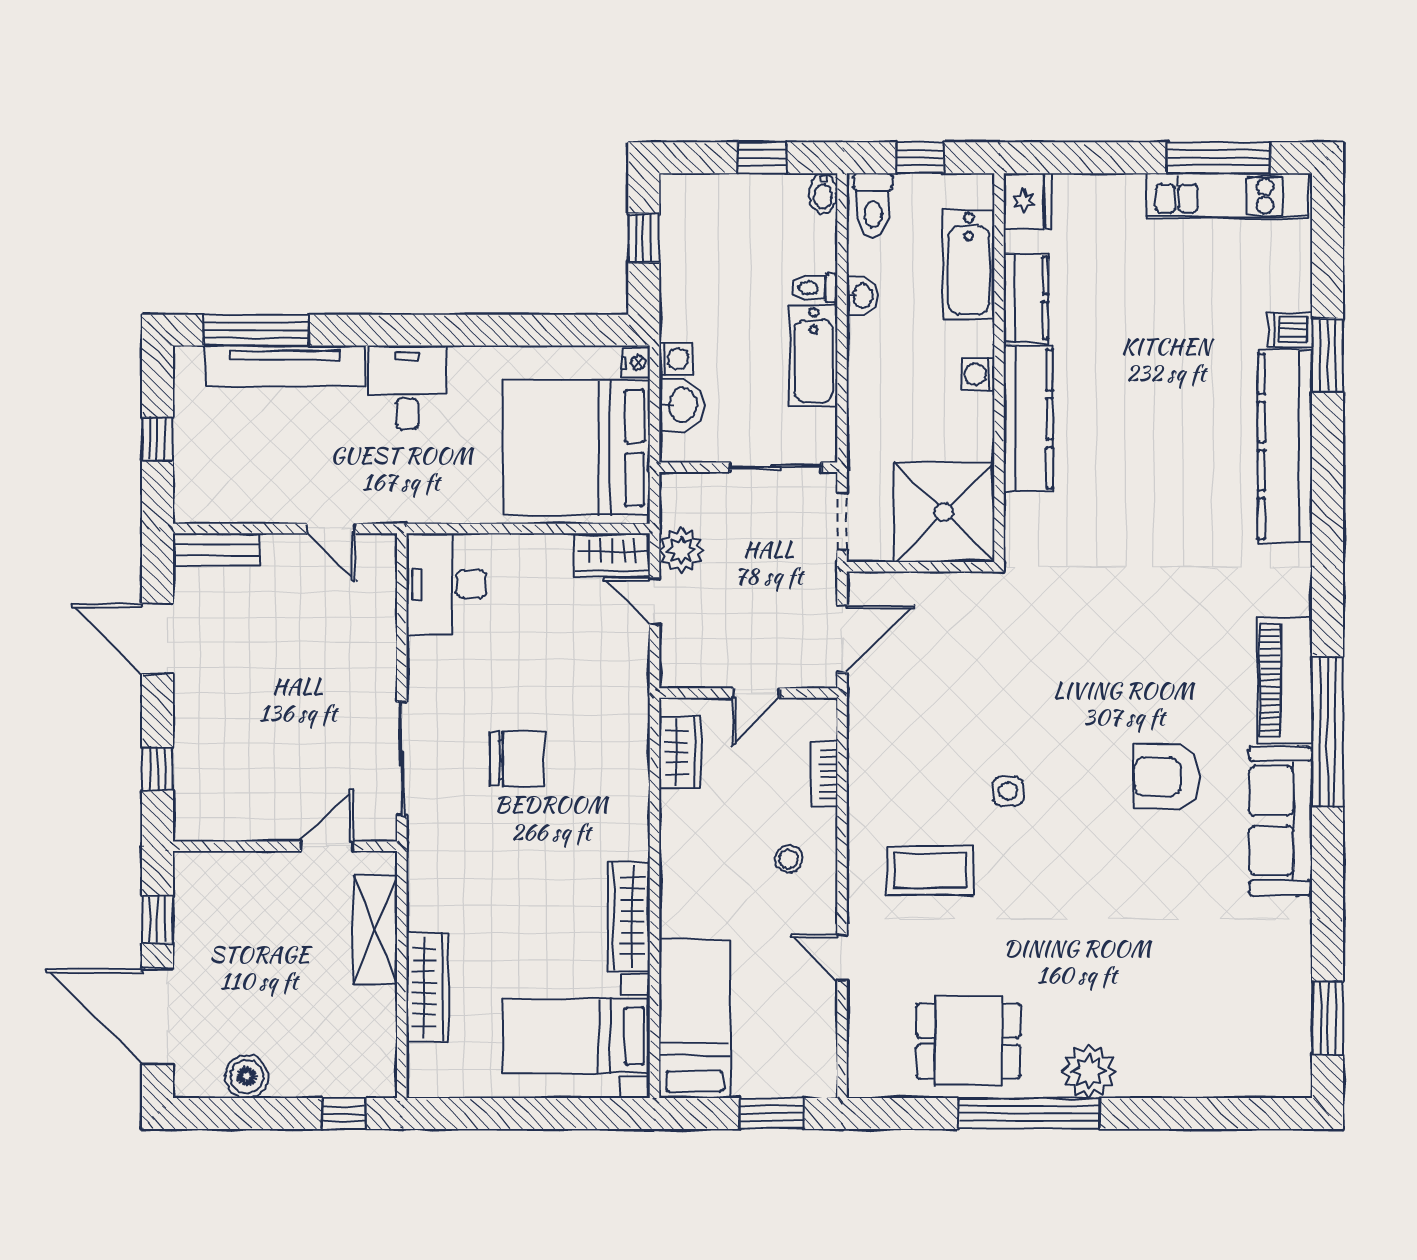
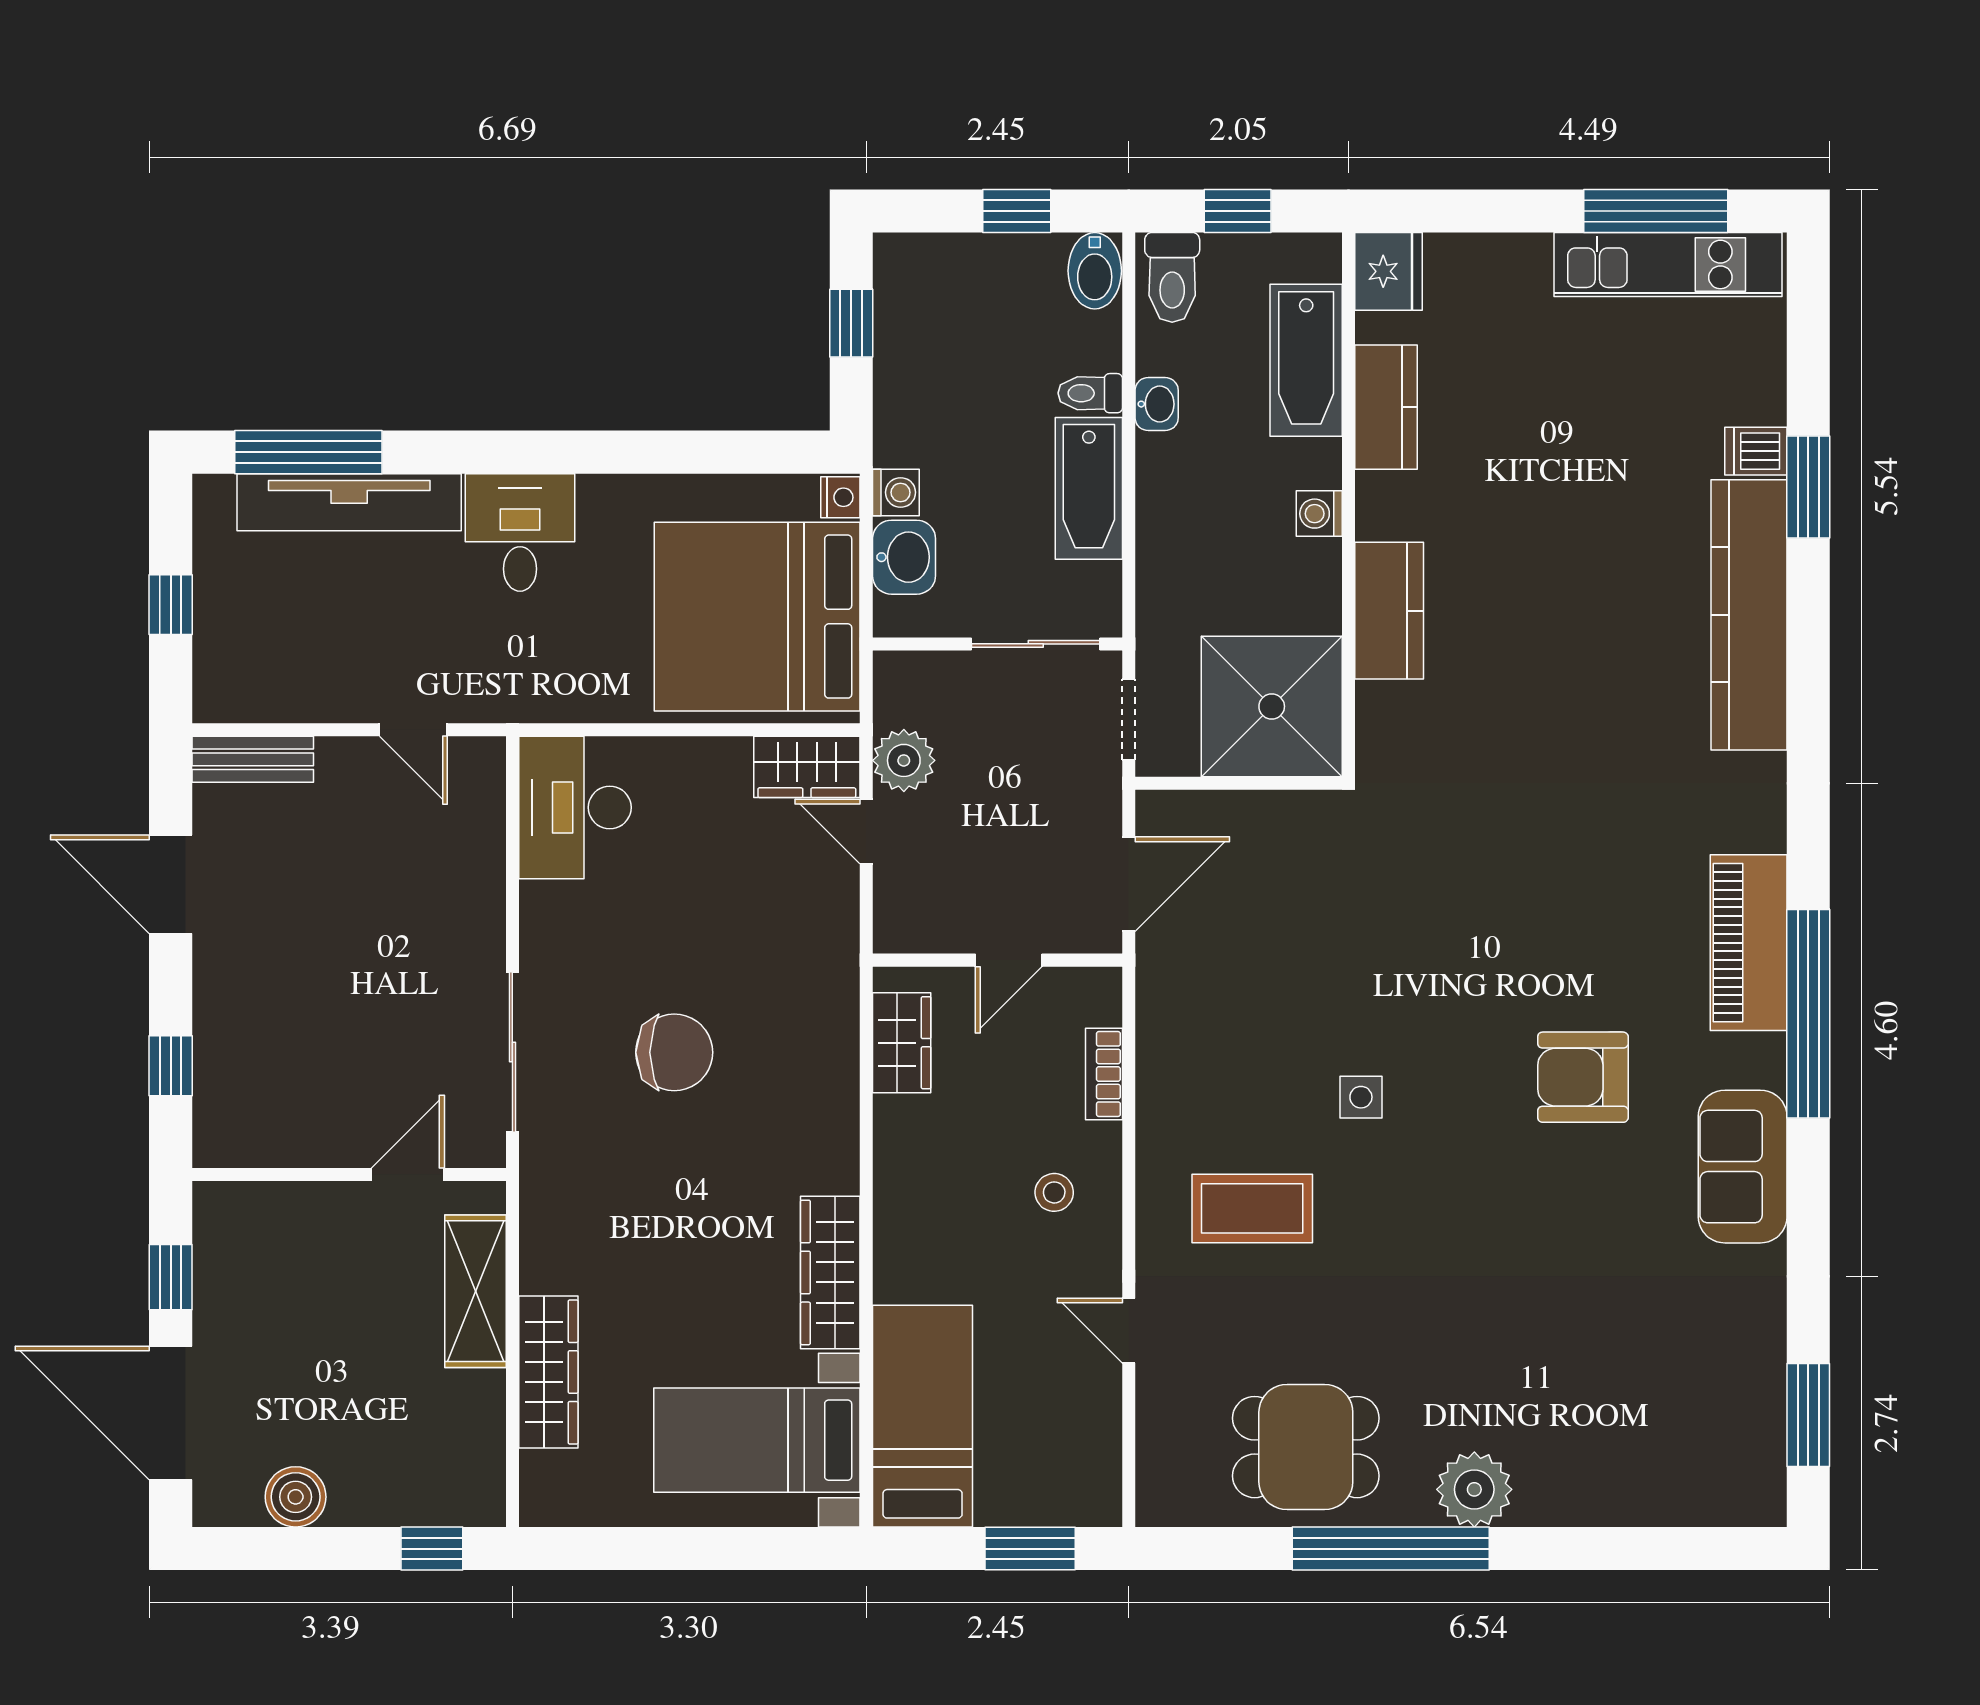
bidet: (823, 193) -> (1095, 271), width x1.38, depth x1.36
kitchen counter: (1028, 419) -> (1389, 611), width x0.67
sofa: (1281, 821) -> (1743, 1167), width x0.73

